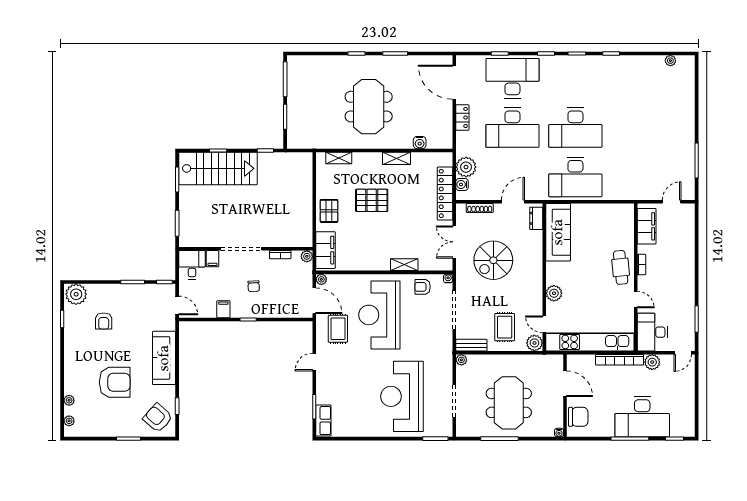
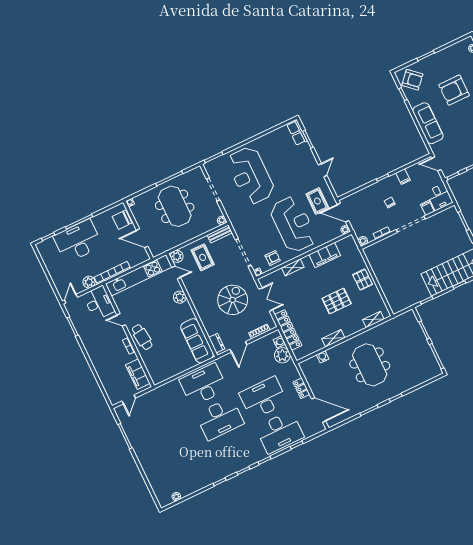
desk: (575, 128) -> (220, 419), turned 180
filing cabinet: (326, 250) -> (325, 255), moved, turned -90
reception desk: (402, 396) -> (251, 175), turned 180

